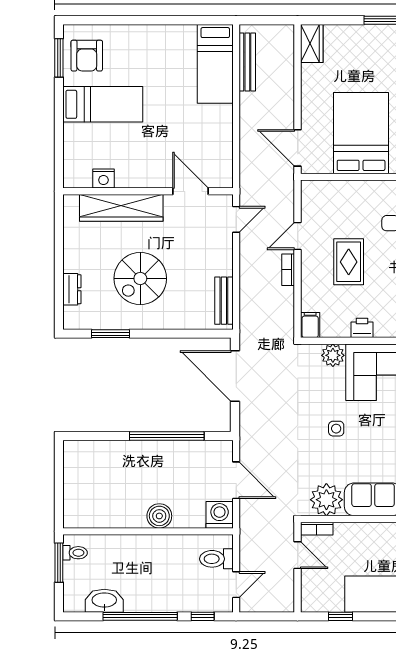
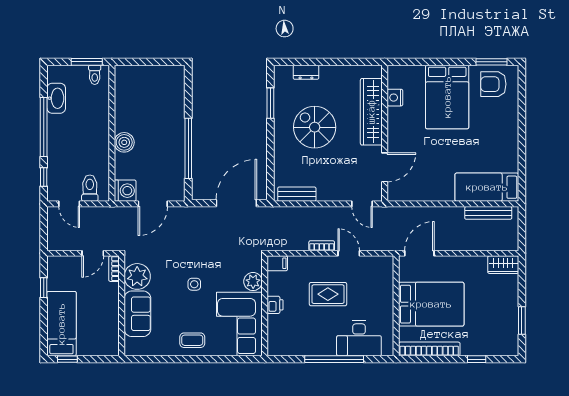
bed: (103, 104) -> (447, 97), width x1.50

